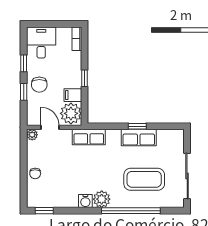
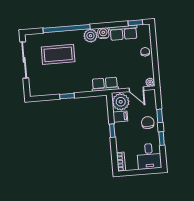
row of seats: (139, 138) -> (123, 33), moved, turned 180

